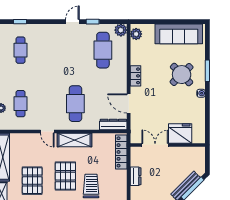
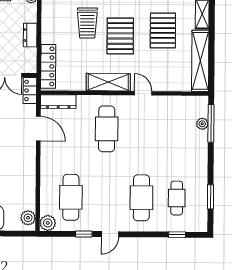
locker: (135, 76) -> (30, 90), moved
cafe table: (21, 104) -> (141, 198), moved, width x1.37, depth x1.35

